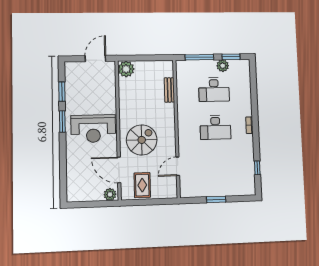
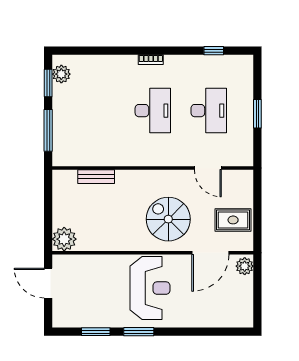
plant: (223, 66) -> (61, 74), moved
desk: (214, 90) -> (209, 111), moved

